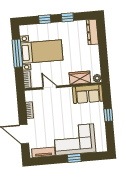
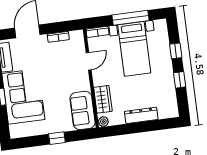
dresser: (92, 32) -> (141, 115), moved

